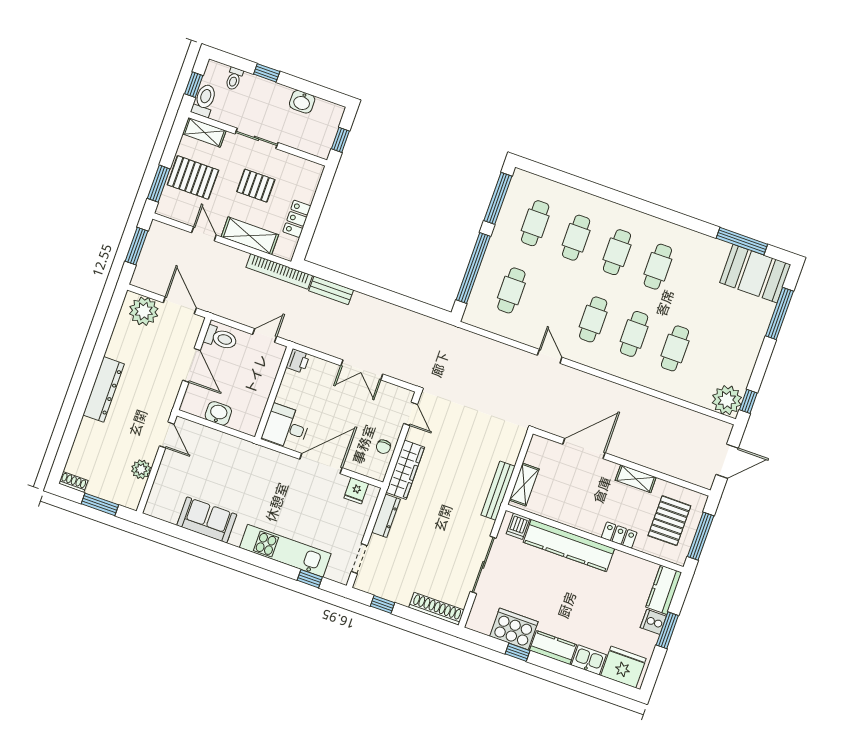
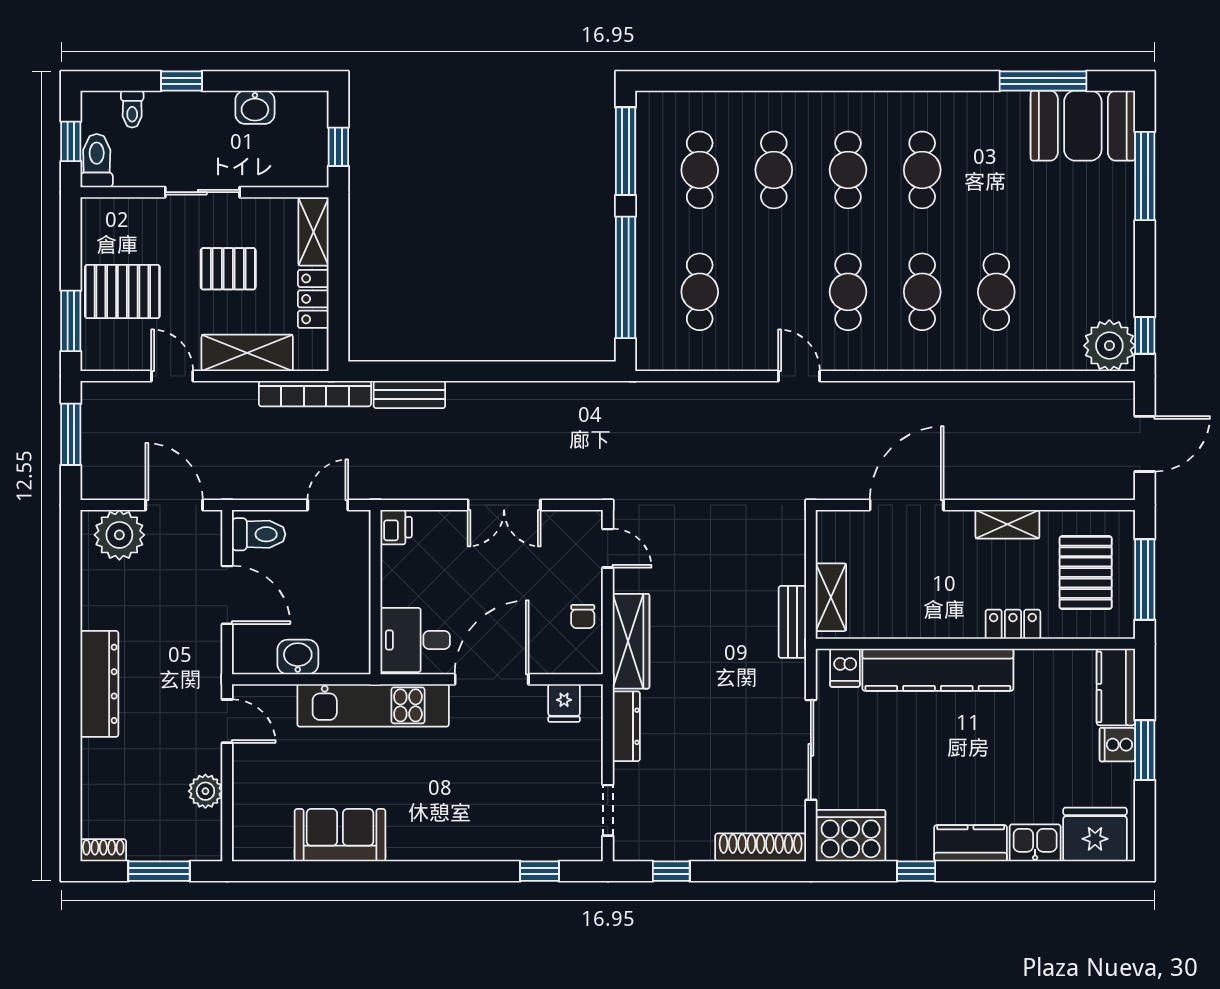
shelving: (204, 132) -> (314, 232), moved, turned 90
bench: (498, 491) -> (792, 622), width x0.73
kitchen unit: (285, 551) -> (373, 705), moved, turned 180
cooker: (514, 629) -> (851, 836), moved

